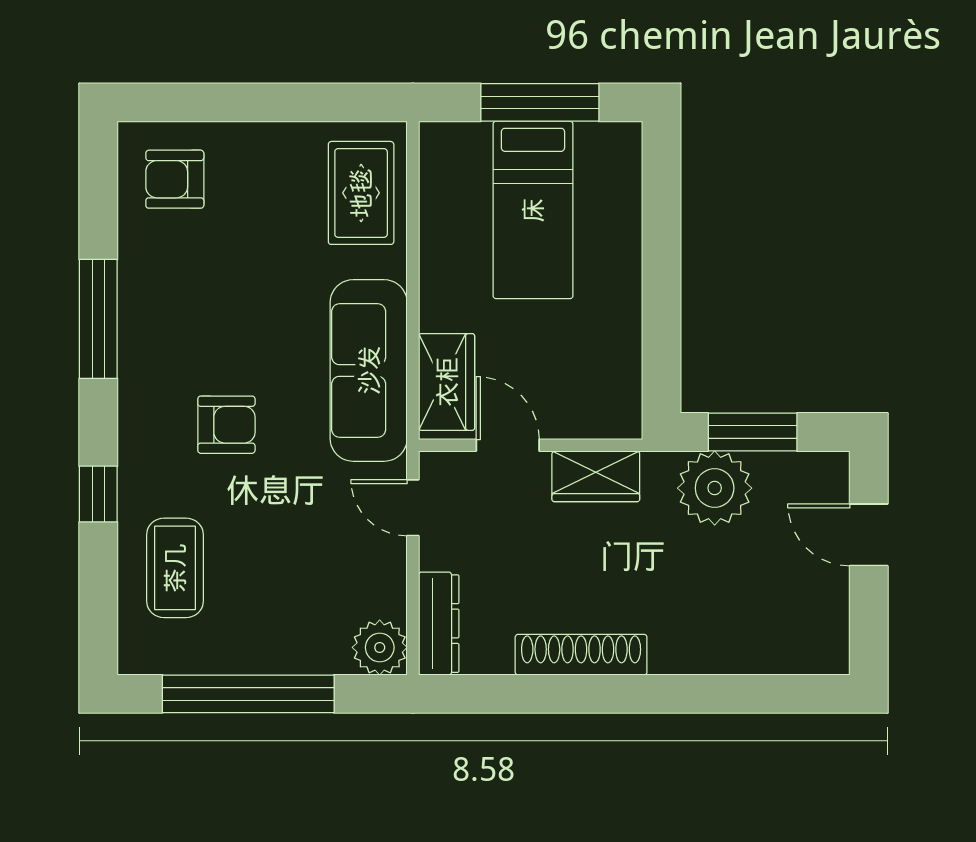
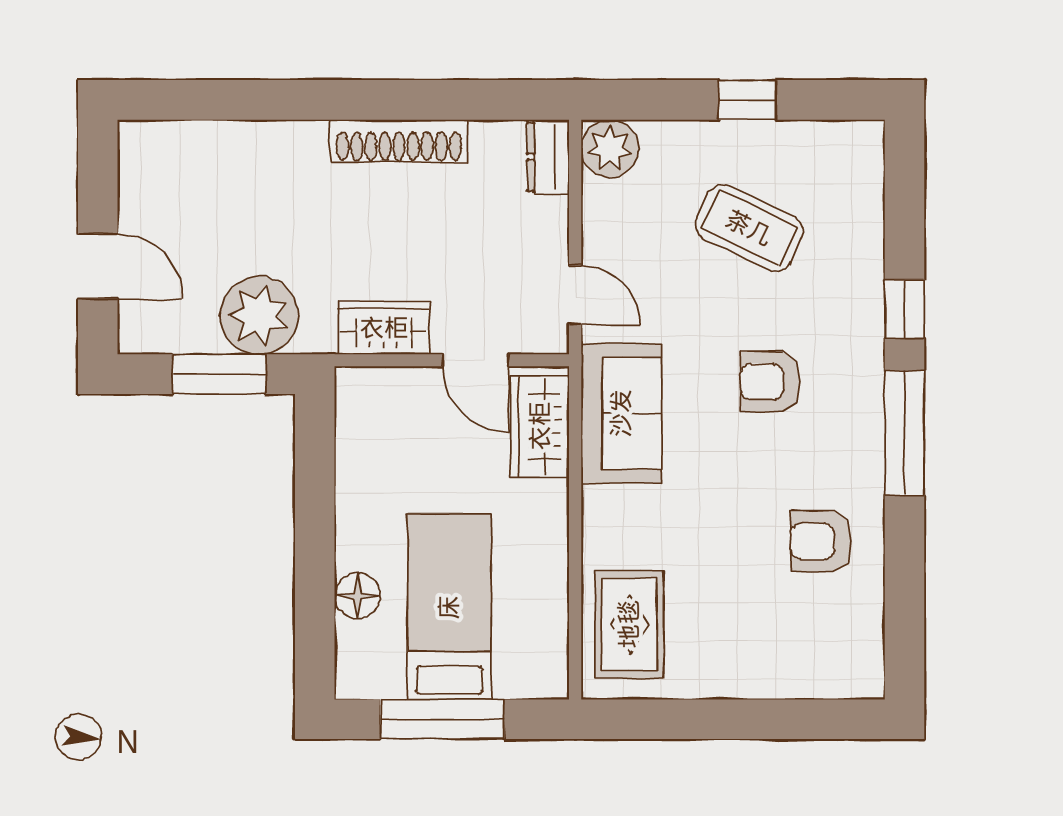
armchair: (175, 179) -> (821, 541), moved, turned 180
floor lamp: (621, 220) -> (357, 596), added
window: (98, 319) -> (905, 433), moved
sofa: (369, 370) -> (621, 413), width x0.73
coffee table: (175, 568) -> (749, 228), moved, turned -64
dresser: (439, 624) -> (548, 157), width x0.70
window: (248, 694) -> (748, 100), width x0.32

